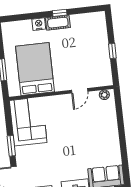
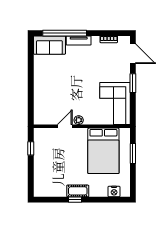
nightstand: (39, 24) -> (114, 191), moved
window: (112, 51) -> (31, 148), moved
plant: (104, 95) -> (79, 120), moved

